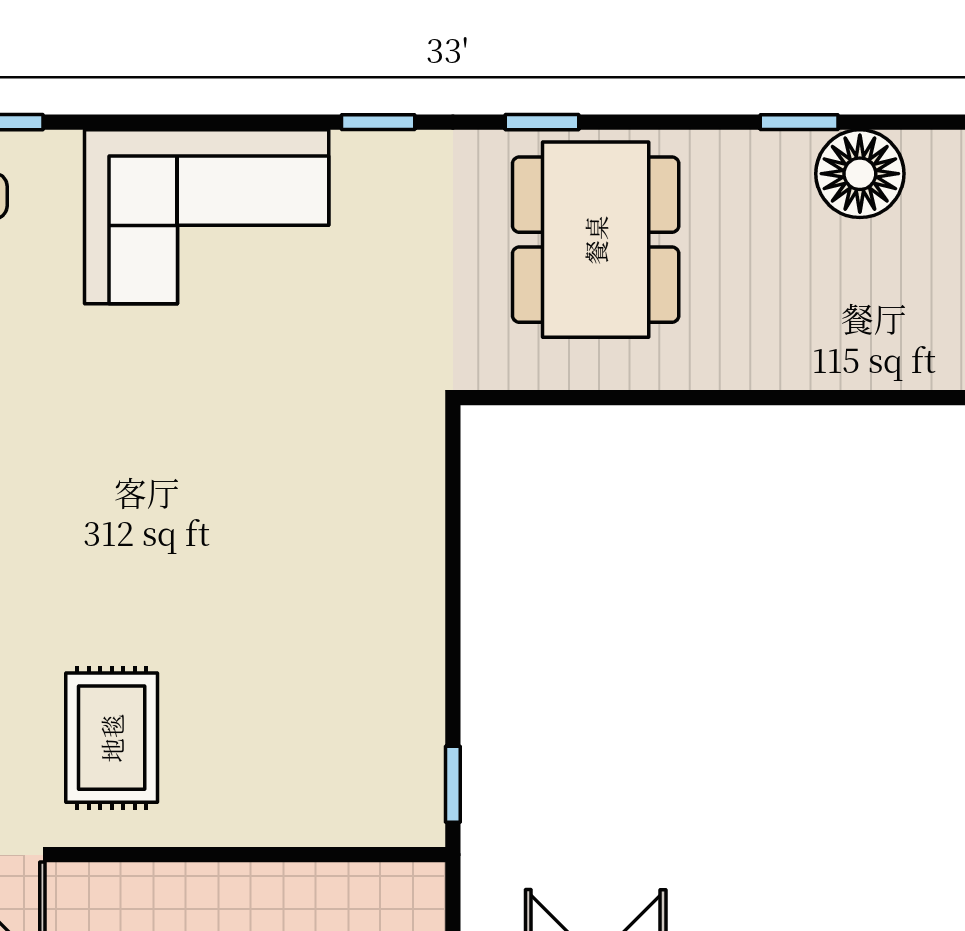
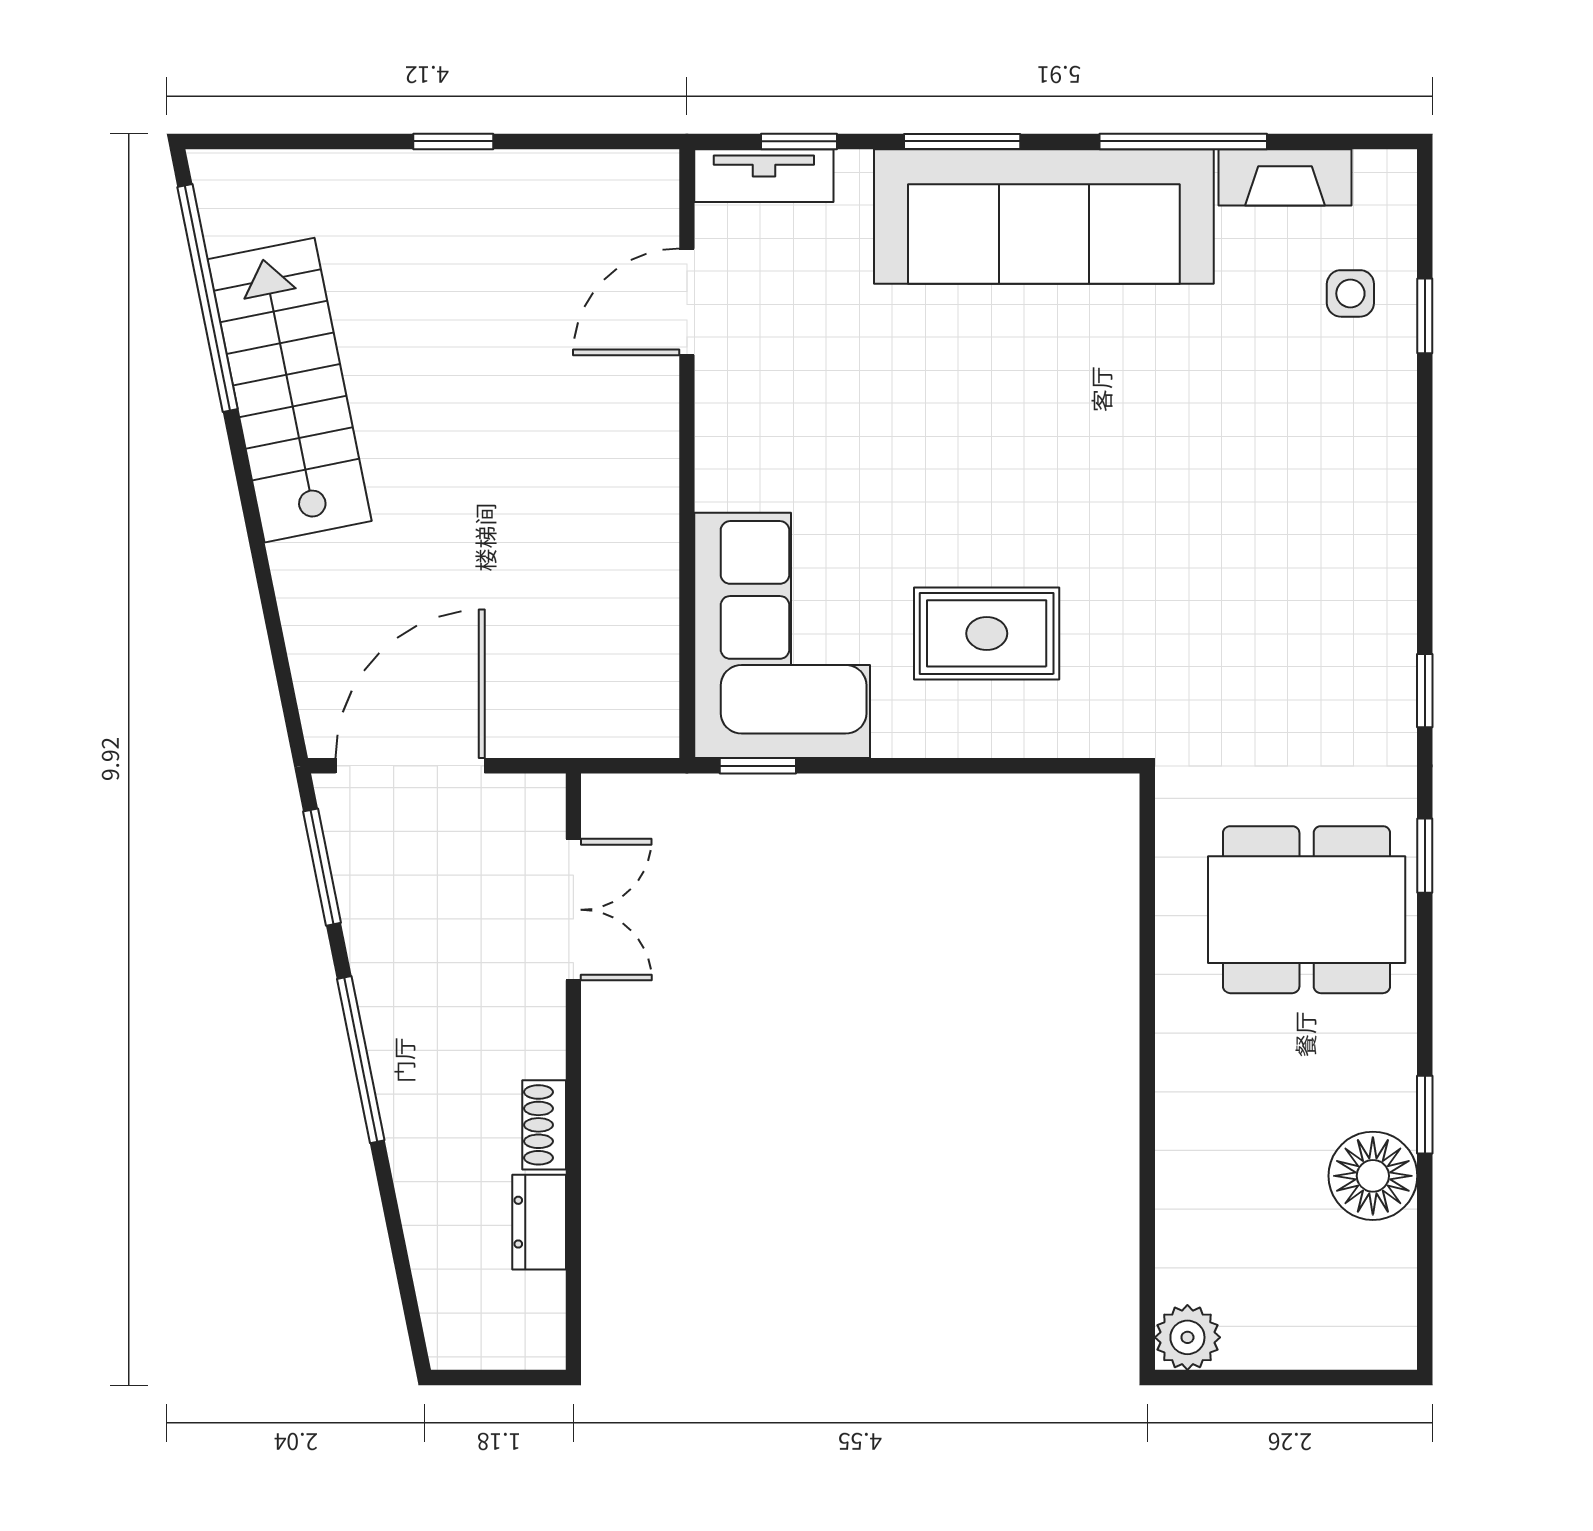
corner sofa: (207, 217) -> (782, 635), moved, turned 180
rug: (112, 738) -> (987, 633), moved

